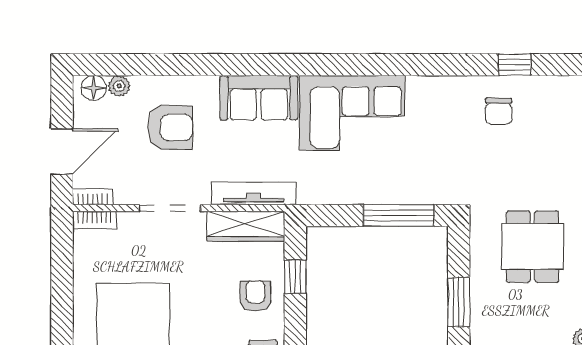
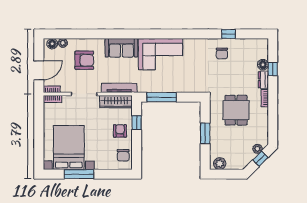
window: (399, 215) -> (162, 97), moved

